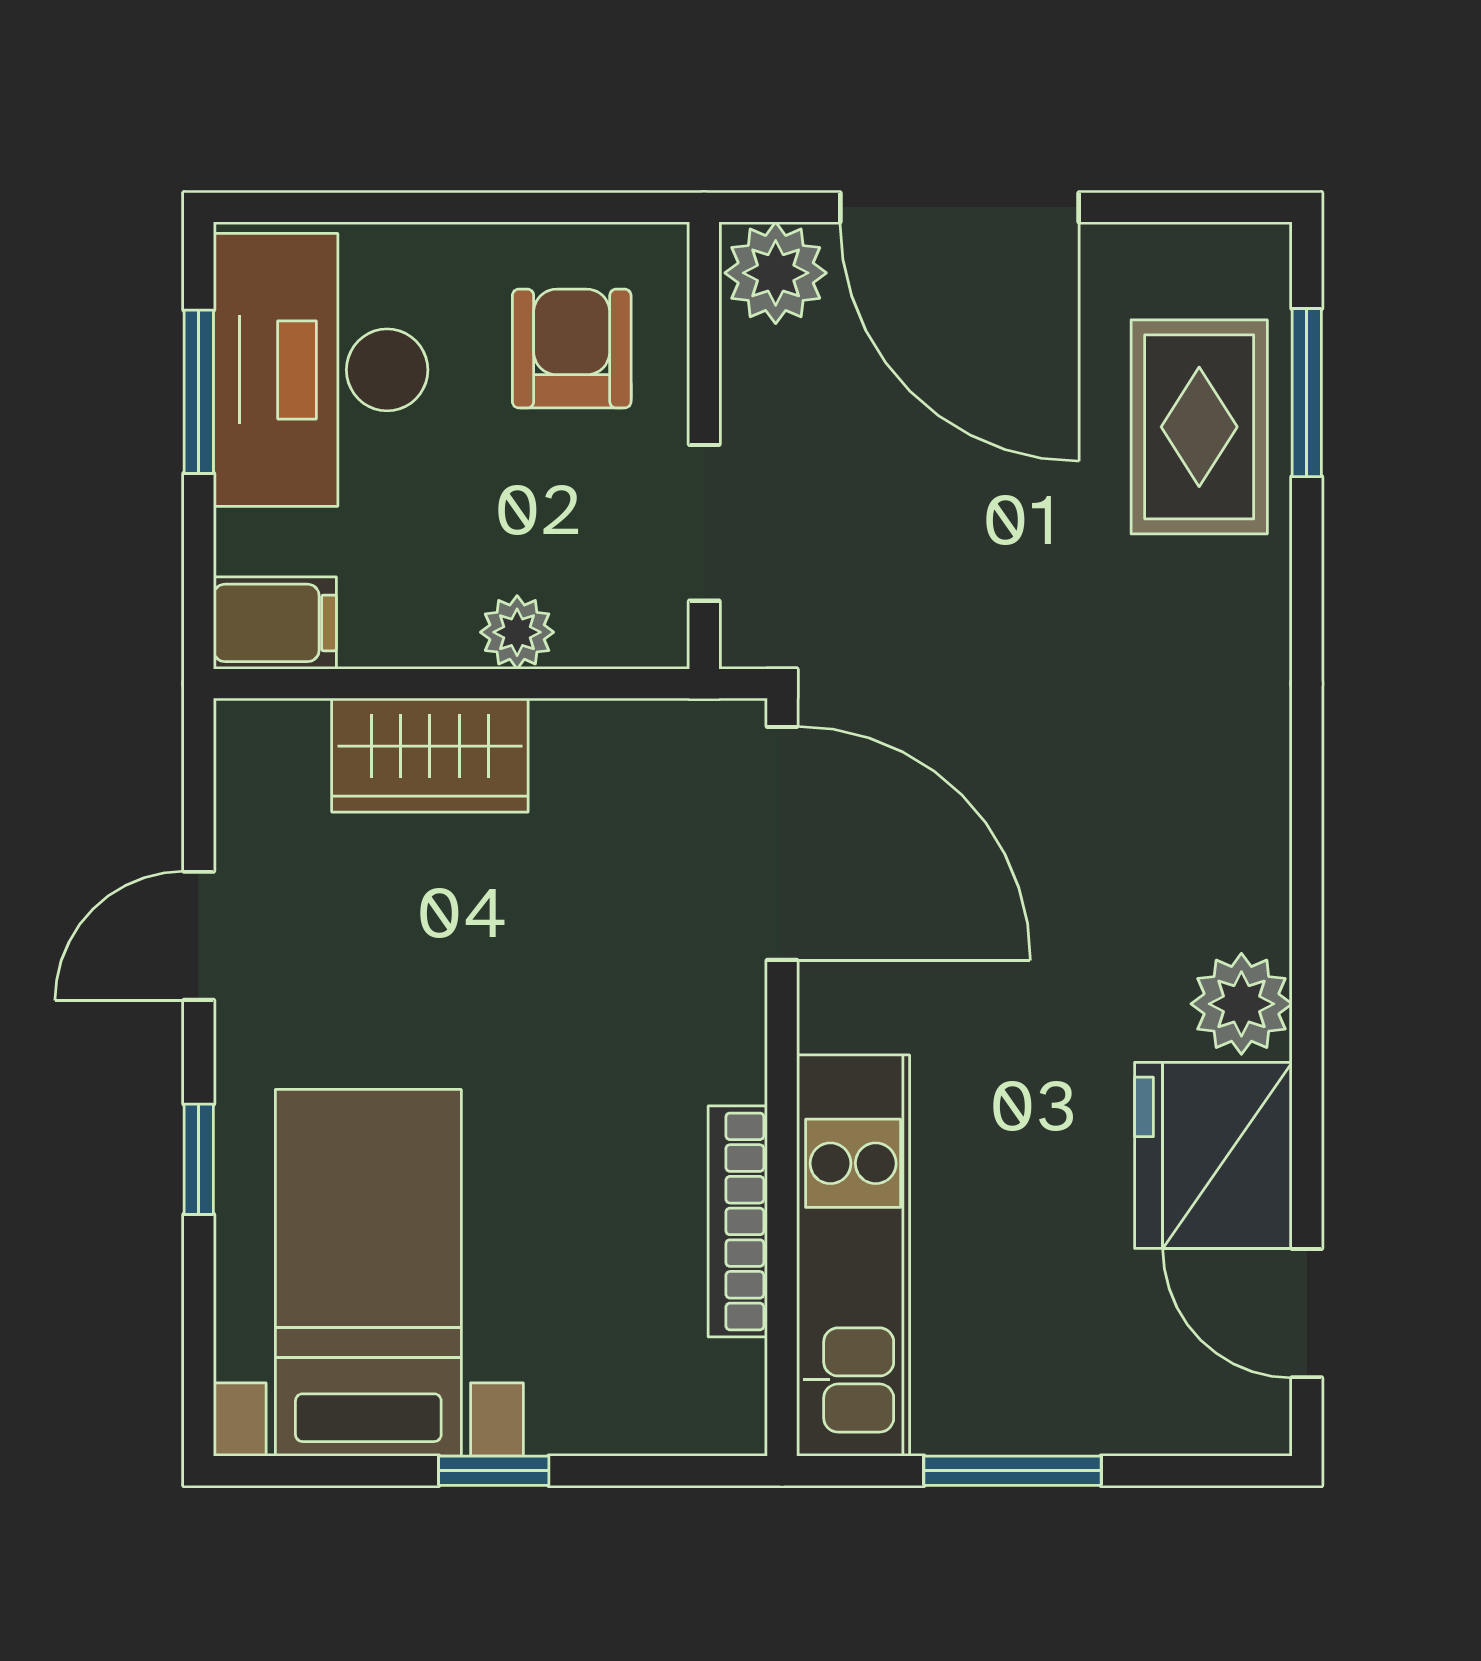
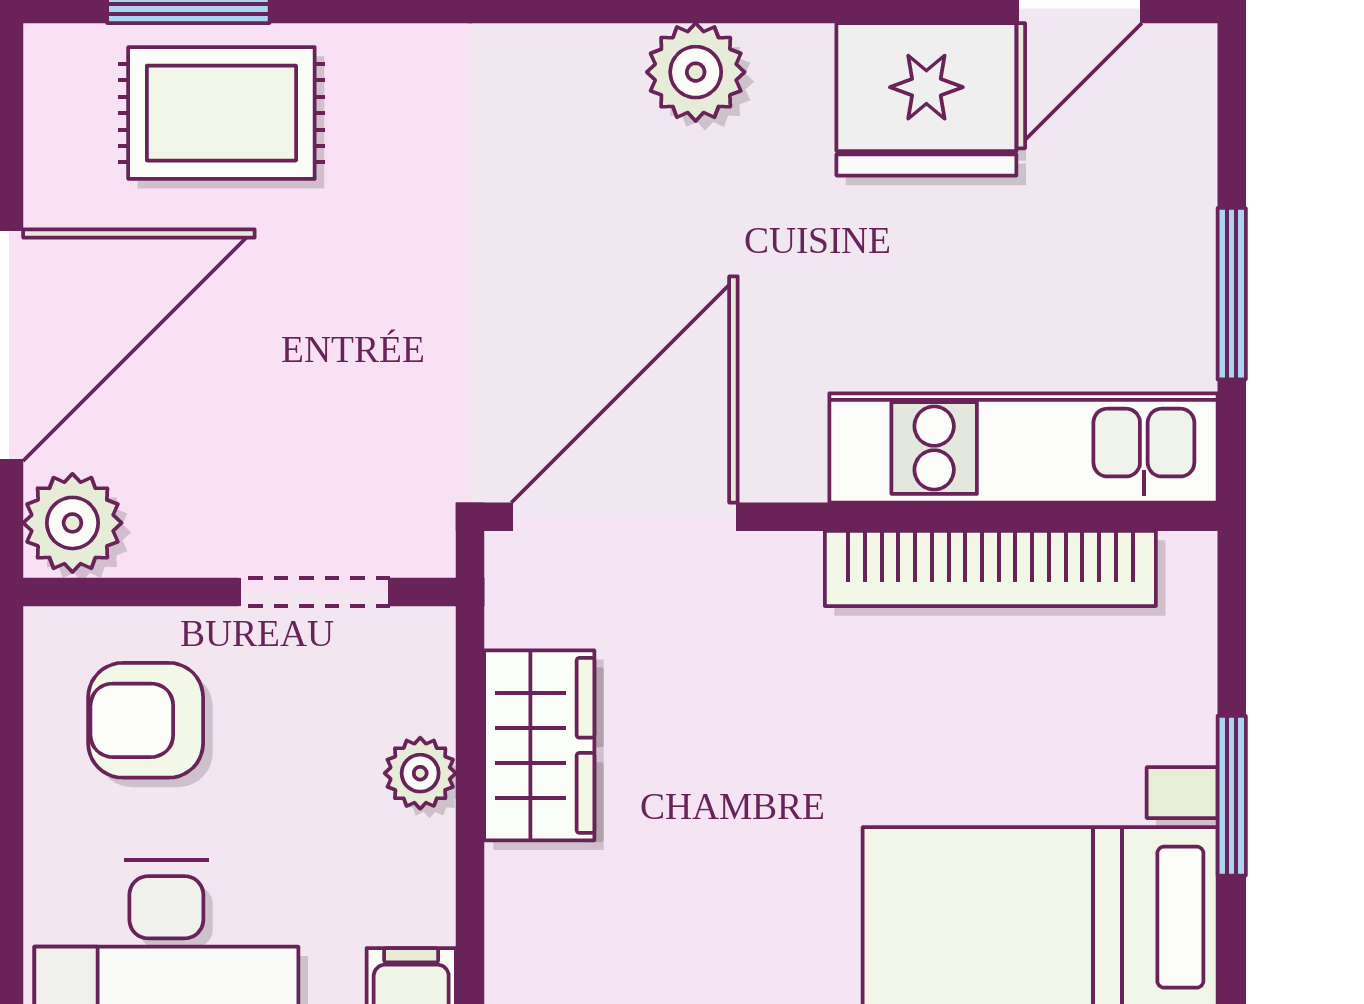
wardrobe: (430, 755) -> (539, 745), moved
plant: (1241, 1004) -> (696, 72), moved
bookcase: (738, 1221) -> (990, 569), width x1.48, depth x1.31
window: (494, 1471) -> (1232, 796), width x1.50

